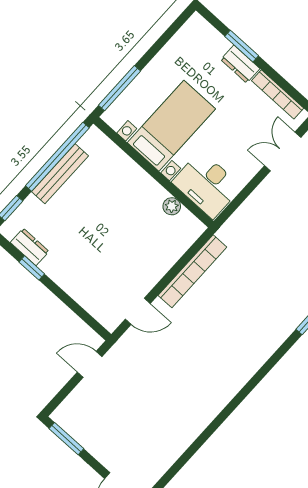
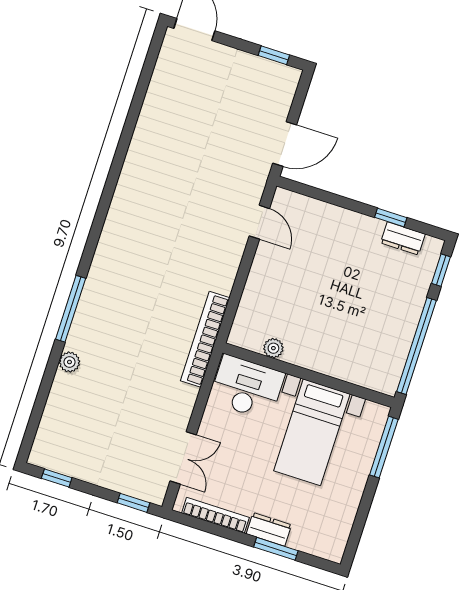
bench: (60, 174) -> (406, 329), removed
bookcase: (192, 271) -> (205, 339), moved
door: (138, 311) -> (259, 222), swing flipped
door: (90, 364) -> (285, 144), width x1.38
window: (66, 439) -> (274, 55), width x0.67

